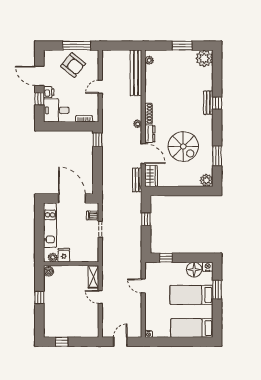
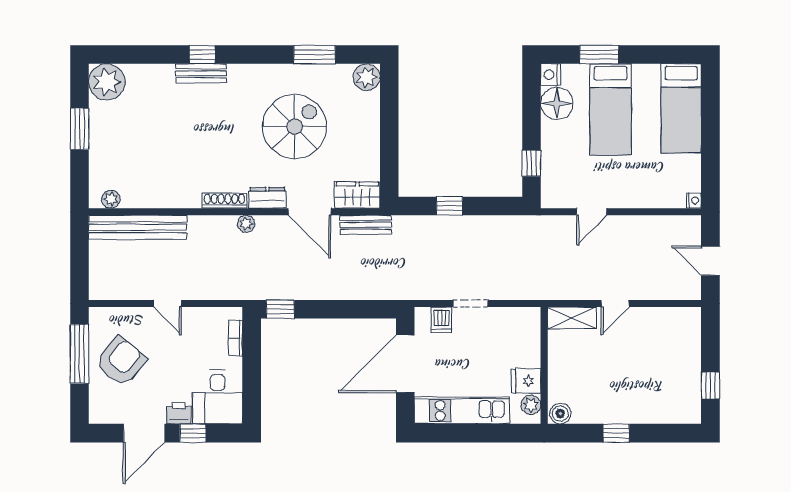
door: (143, 153) -> (309, 212), swing flipped

